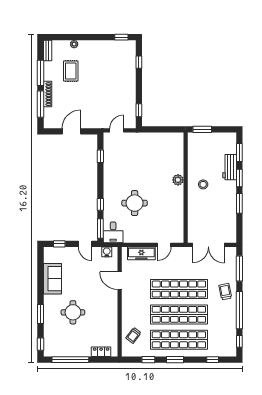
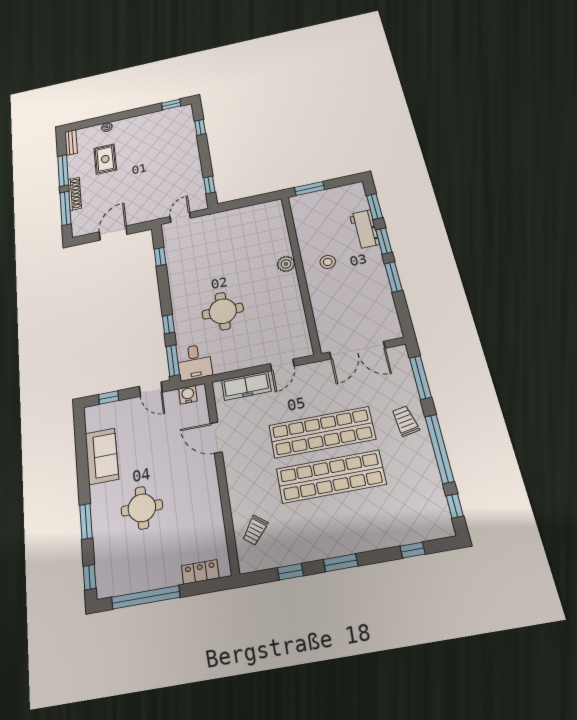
shop shelf: (179, 340) -> (340, 523), removed

